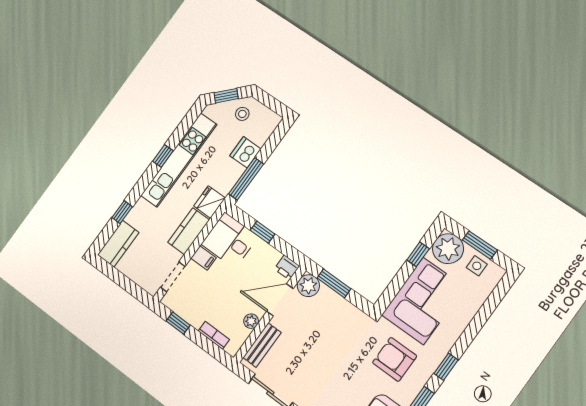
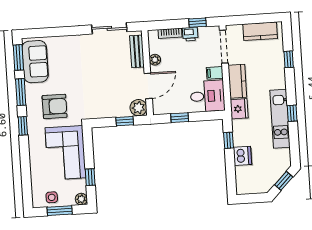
stool: (242, 114) -> (264, 178), removed
kitchen unit: (179, 160) -> (280, 119), width x0.73
window: (246, 179) -> (229, 140), width x0.46
window: (263, 232) -> (180, 118), moved
kitchen counter: (118, 244) -> (260, 31), moved, turned -90
plant: (448, 249) -> (81, 199), width x0.53, depth x0.53
printer: (287, 267) -> (190, 34), moved, turned 180
doorway: (173, 277) -> (224, 47), width x1.38
window: (334, 283) -> (125, 121), width x0.67

